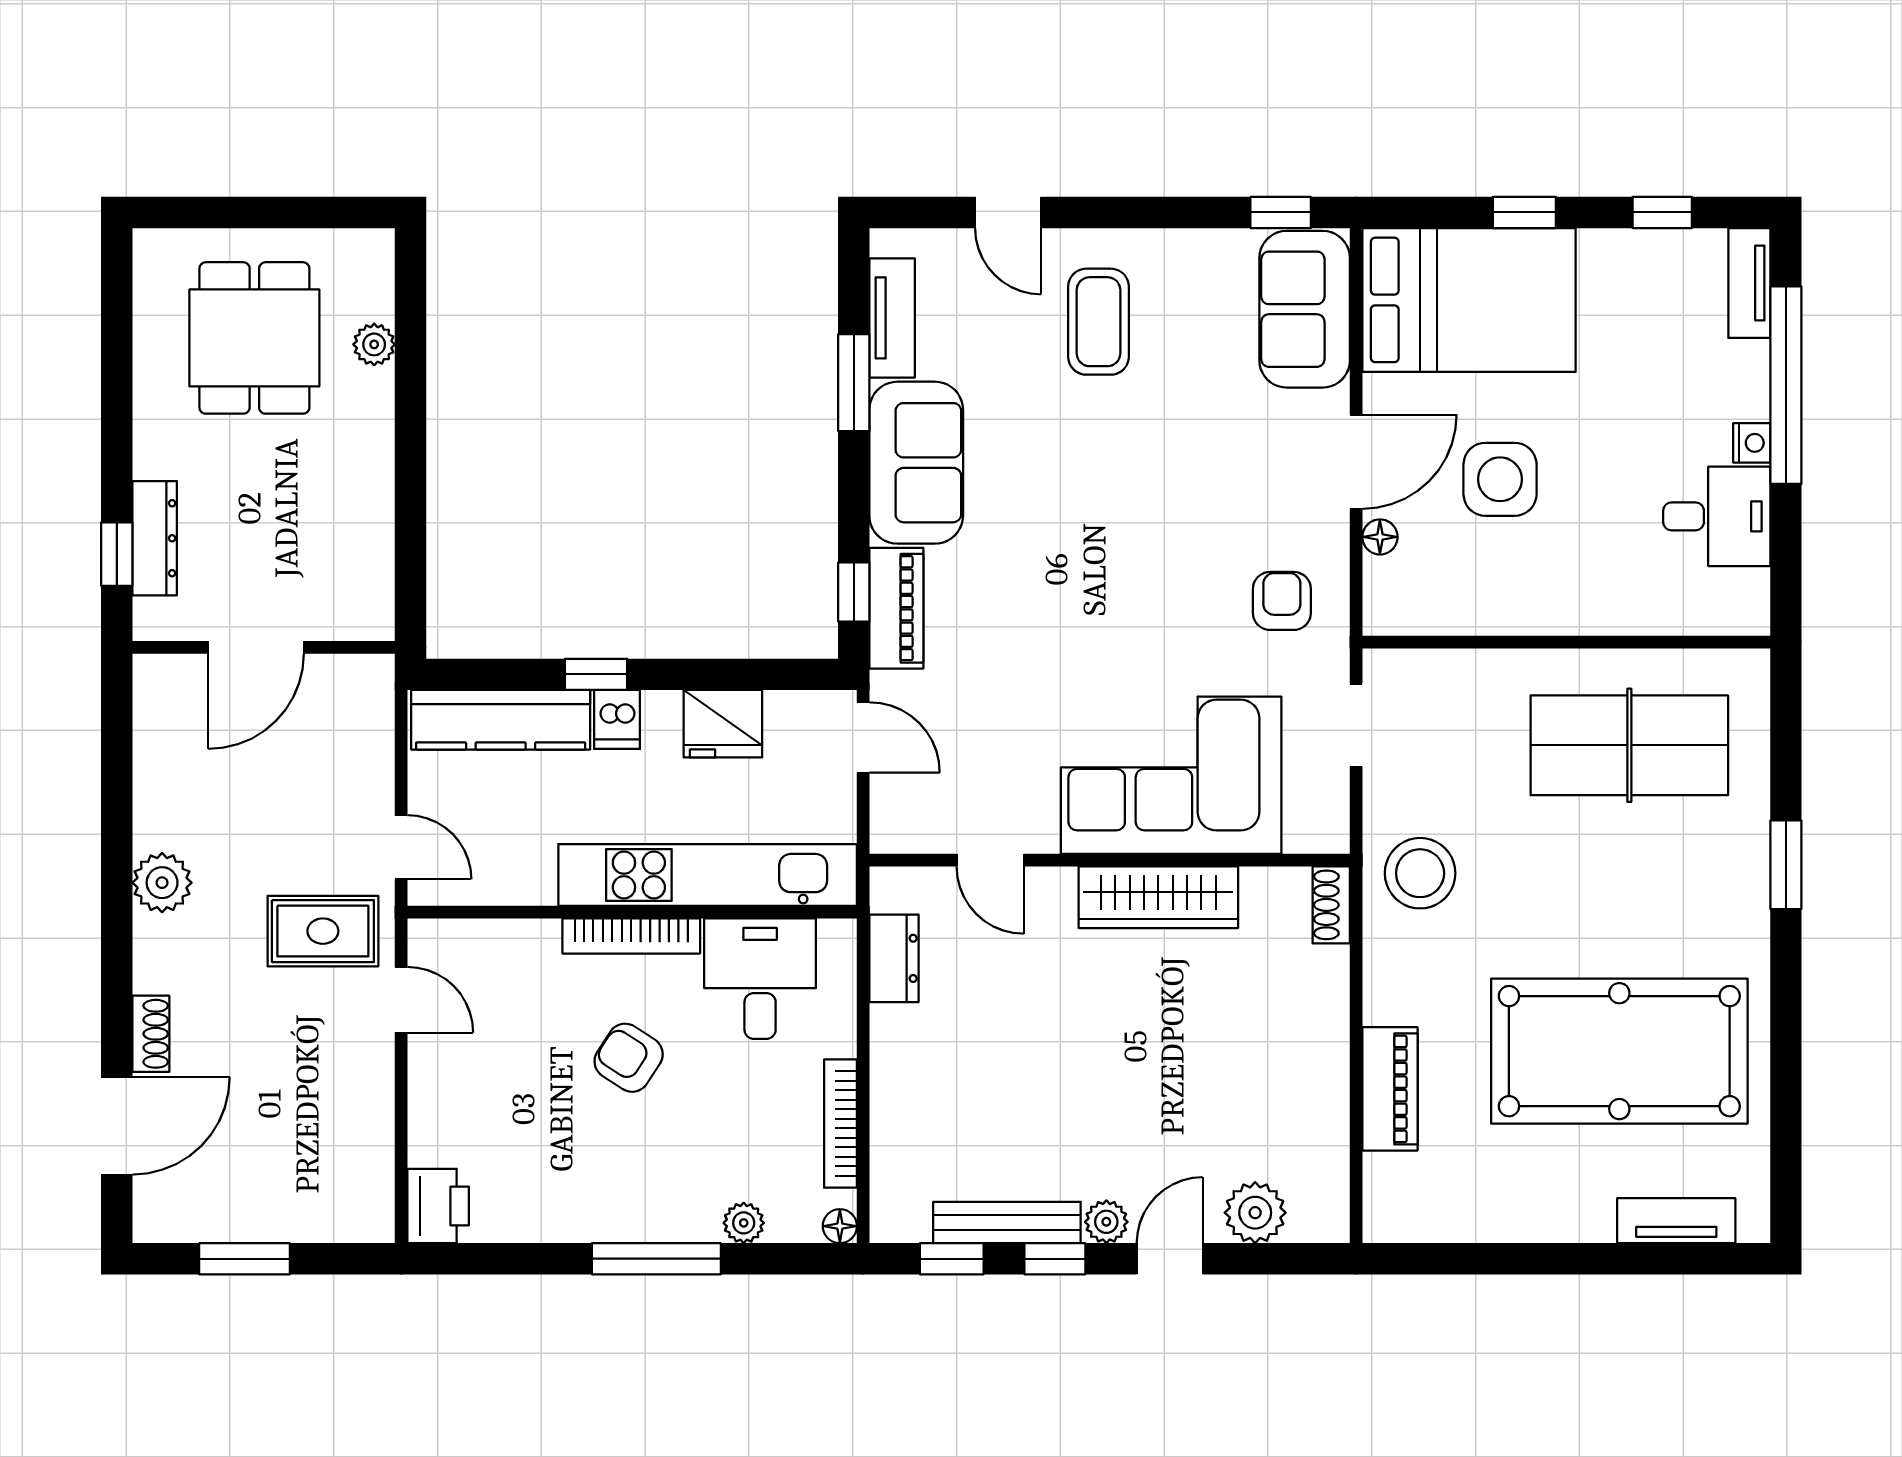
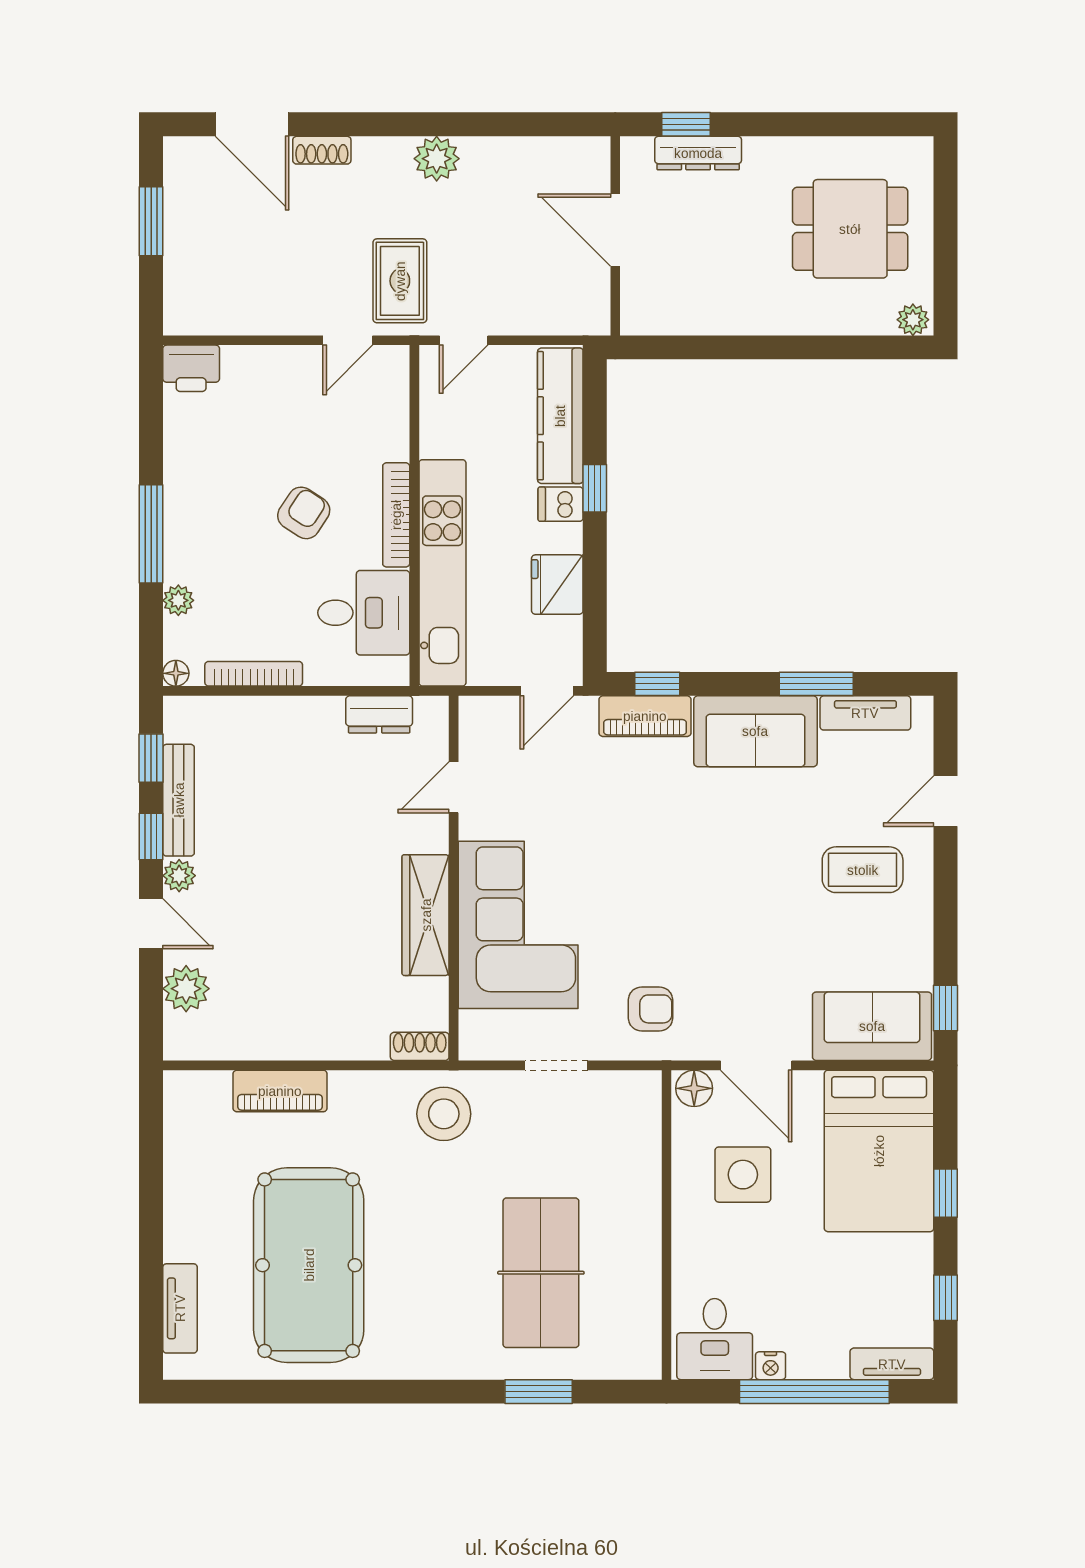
plant: (374, 344) -> (913, 320), moved
floor lamp: (1380, 537) -> (694, 1088), width x1.37, depth x1.37
wall: (1566, 642) -> (666, 1225), moved
window: (1786, 865) -> (539, 1392), moved

